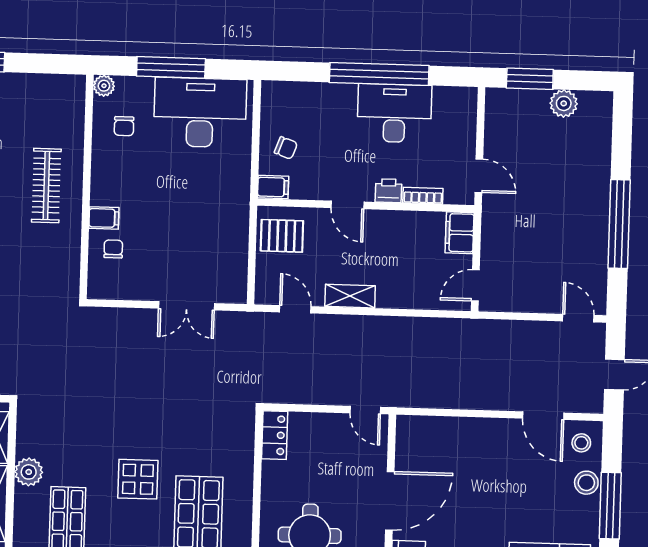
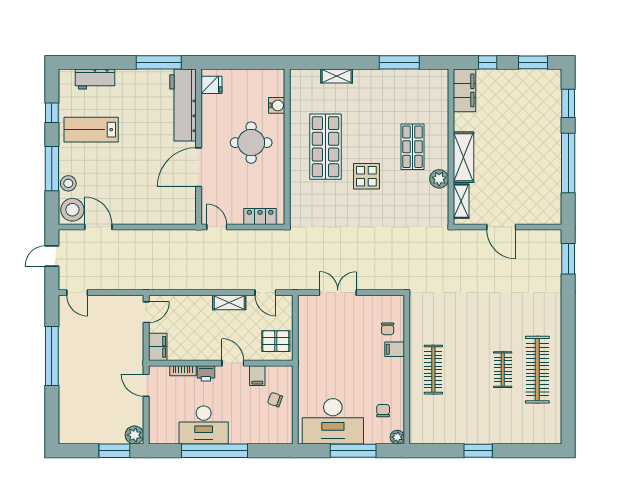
plant: (564, 103) -> (134, 435), moved
filing cabinet: (273, 187) -> (257, 376), moved, turned -90
locker: (275, 435) -> (260, 216), moved, turned 90
stool: (581, 443) -> (72, 210), width x1.89, depth x1.89

